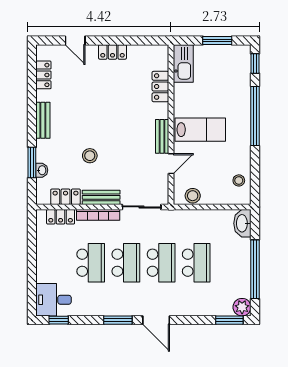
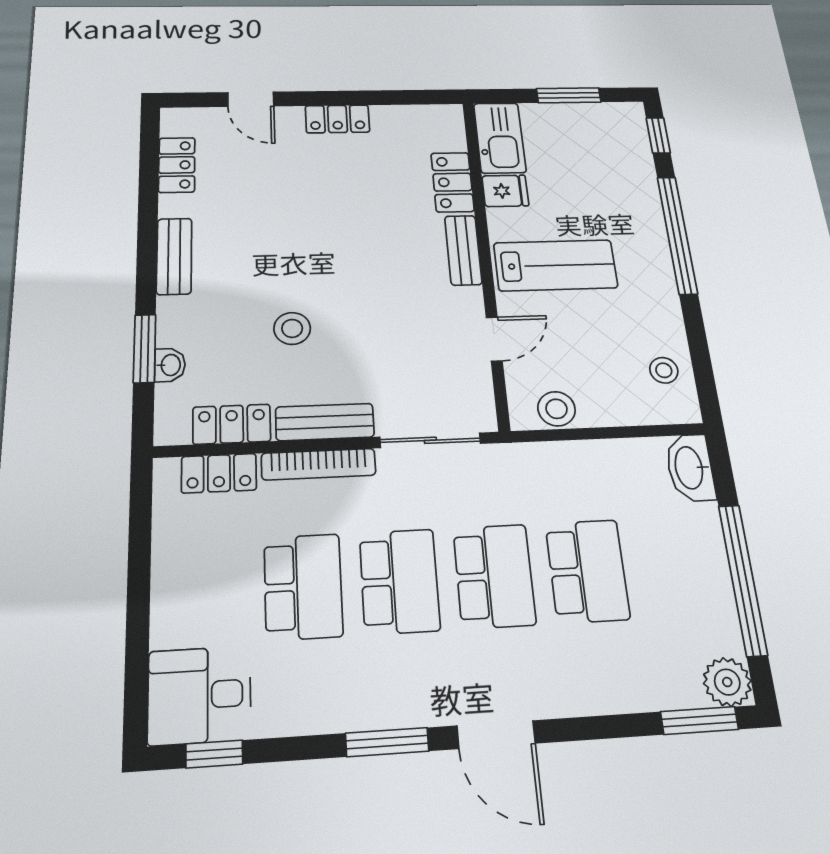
fridge: (183, 92) -> (505, 191), added
bench: (162, 136) -> (463, 250), moved

